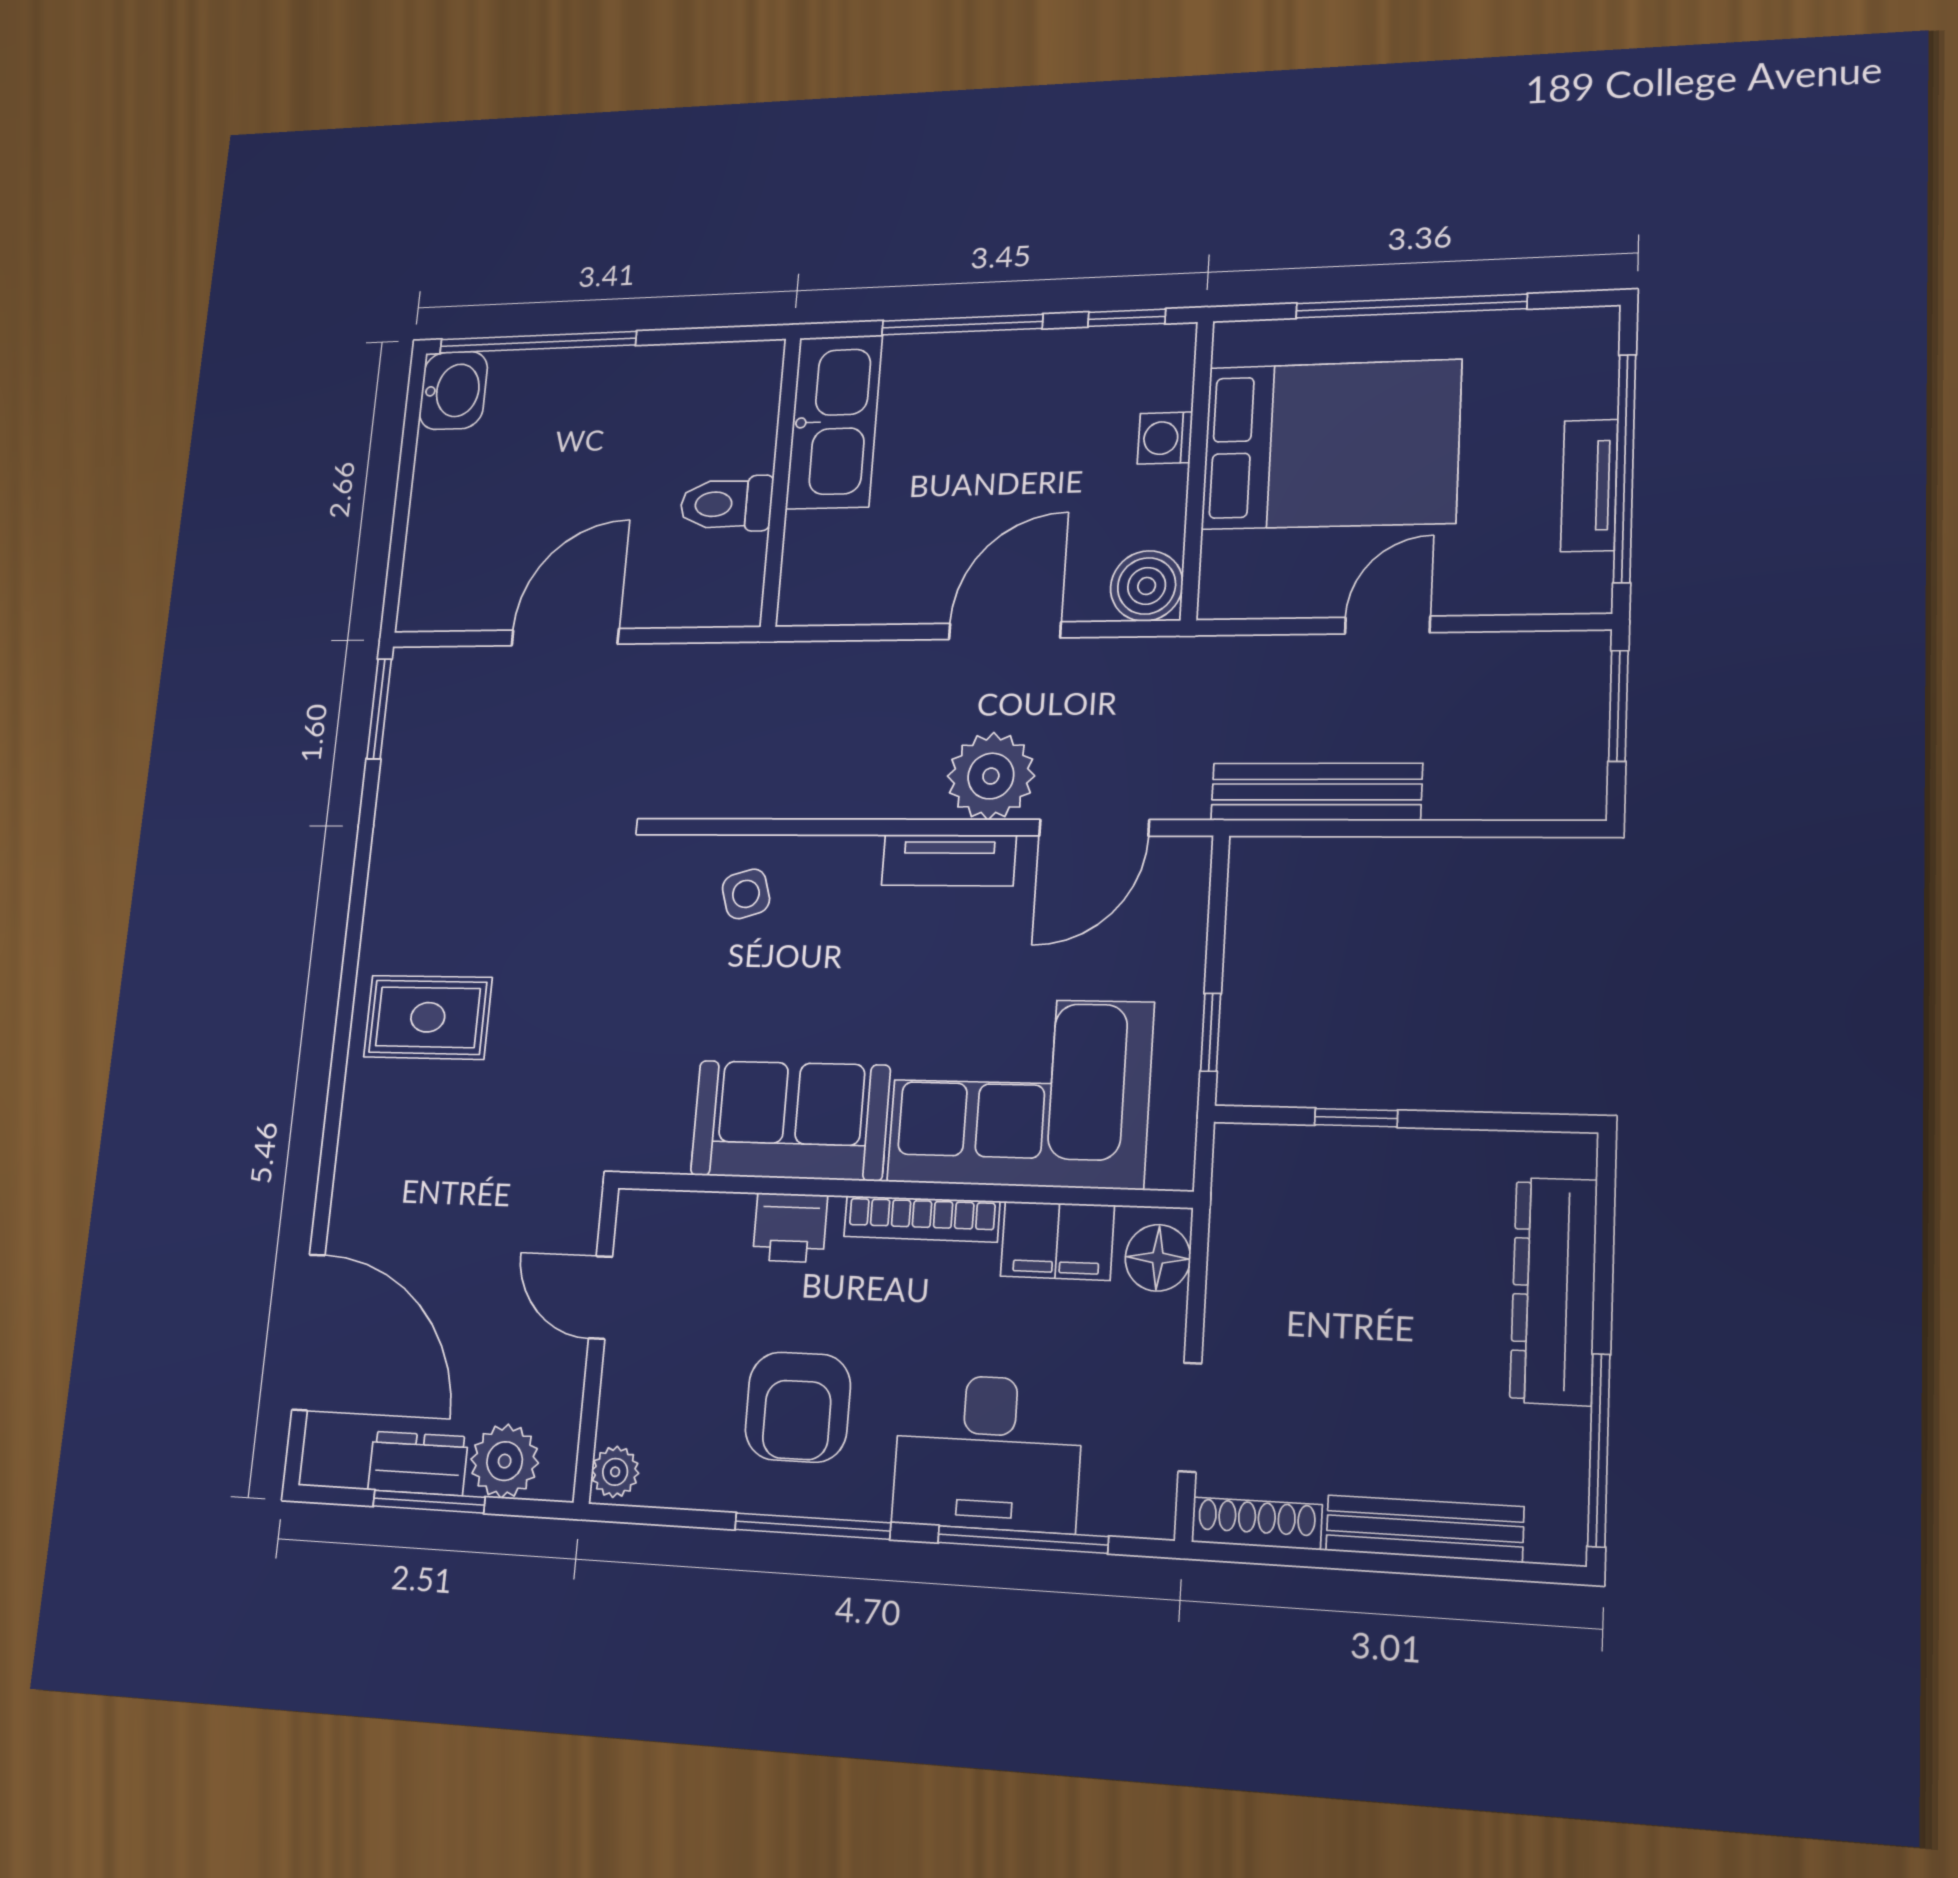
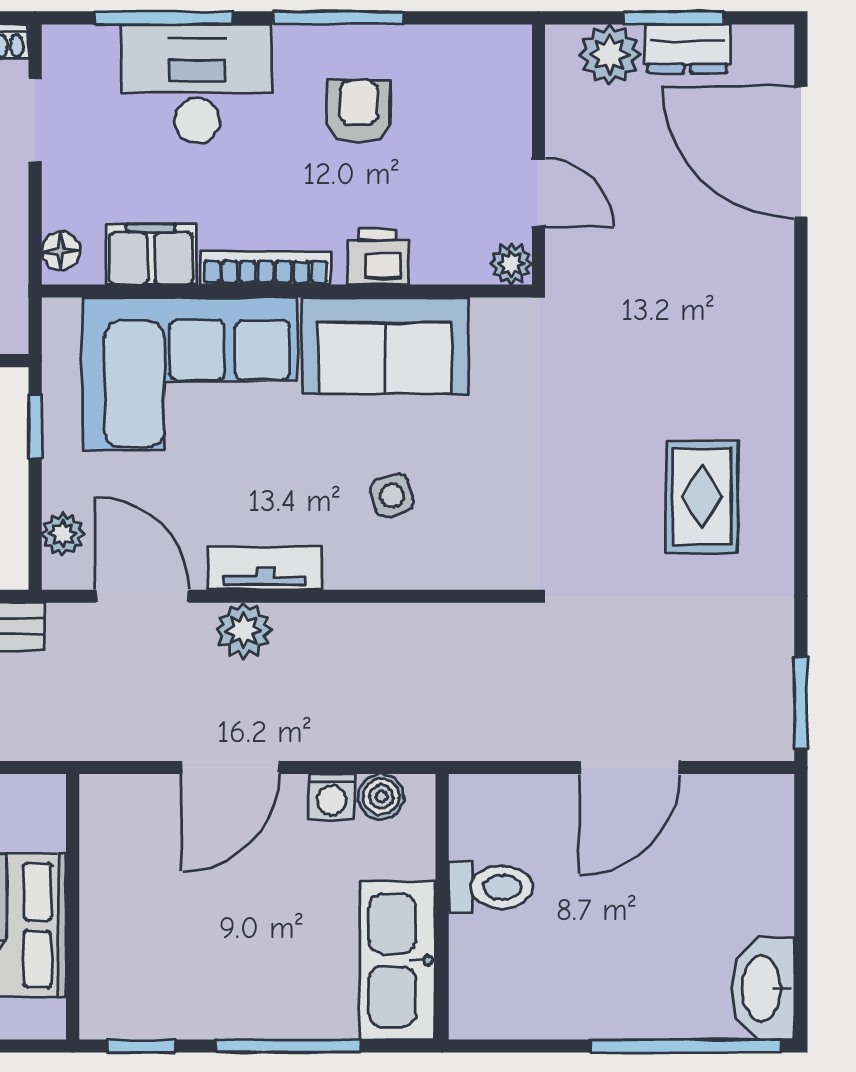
washbasin: (453, 391) -> (763, 988), width x1.38
washing machine: (1165, 438) -> (332, 797), moved, turned 90
boiler: (1147, 586) -> (381, 797), moved, width x0.73, depth x0.73
plant: (991, 776) -> (244, 630), width x0.73, depth x0.73
door: (1094, 828) -> (142, 596), hinge flipped
side table: (746, 894) -> (392, 495), moved
plant: (1184, 902) -> (63, 534), added
rug: (428, 1017) -> (702, 497), moved, turned 90
floor lamp: (1158, 1258) -> (61, 251), width x0.73, depth x0.73
armchair: (798, 1407) -> (359, 112), width x0.72, depth x0.72
plant: (615, 1472) -> (511, 264), moved

